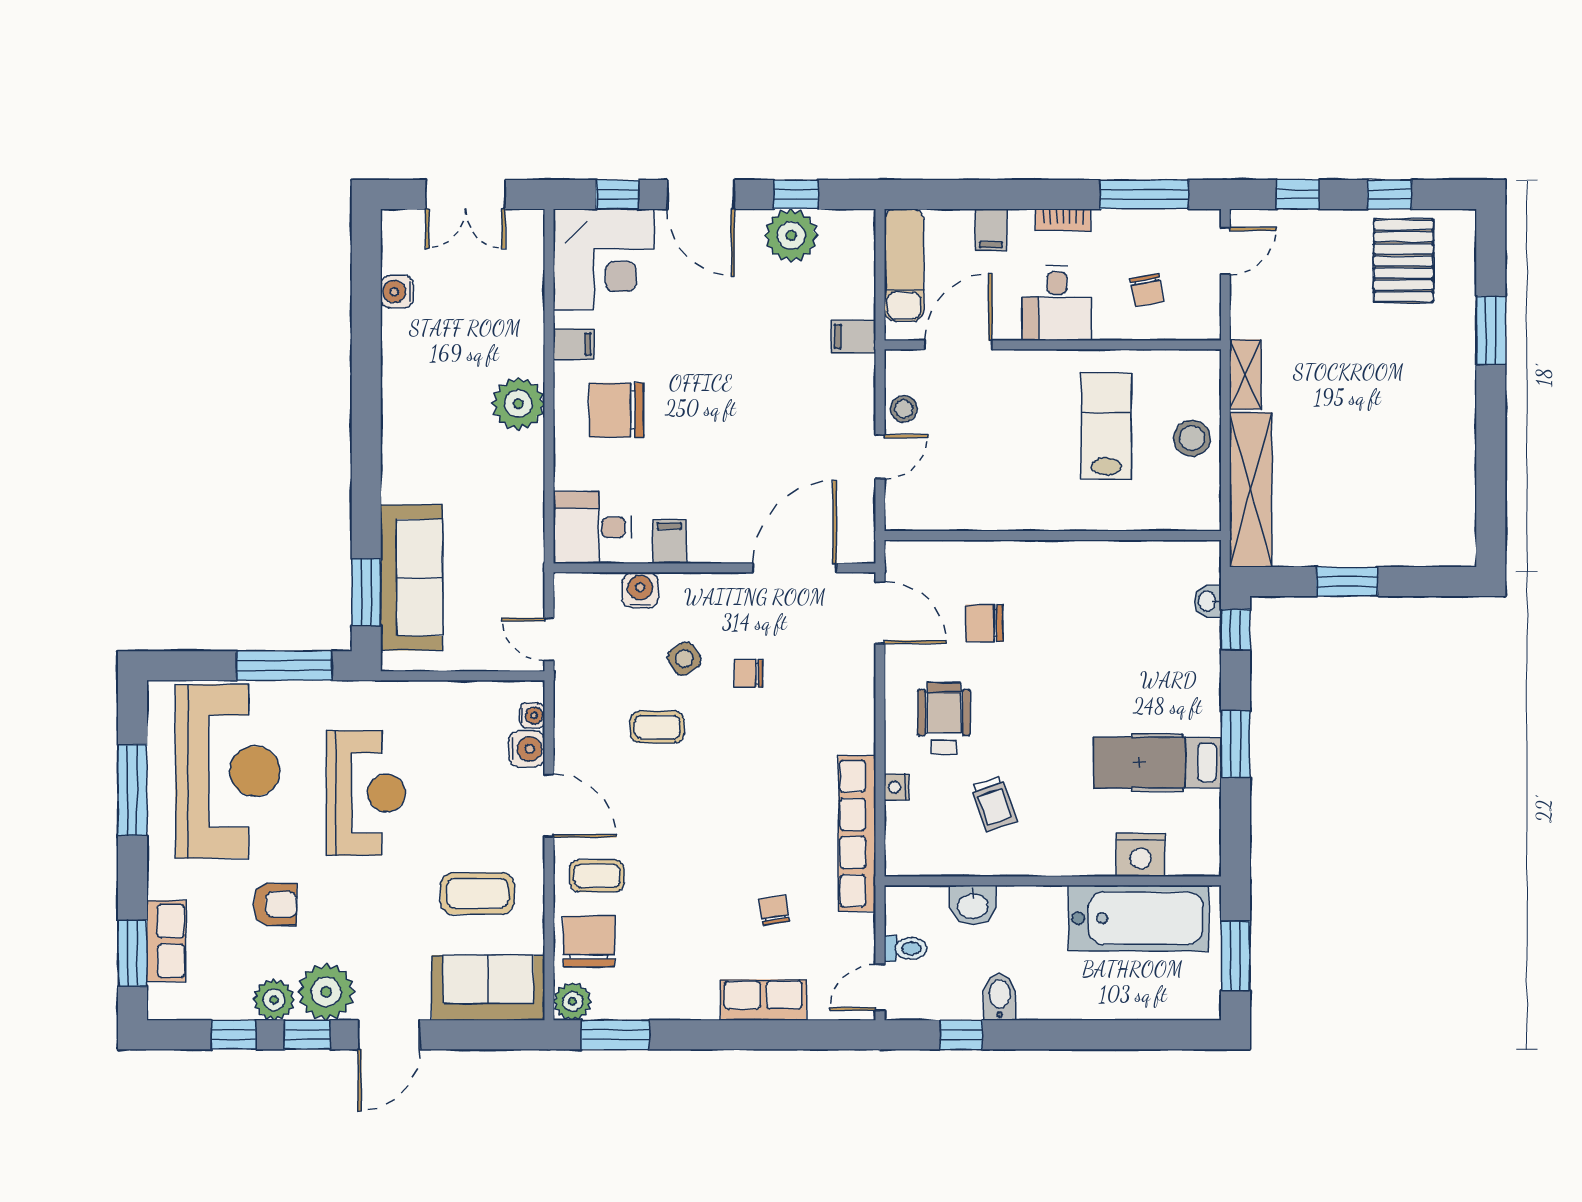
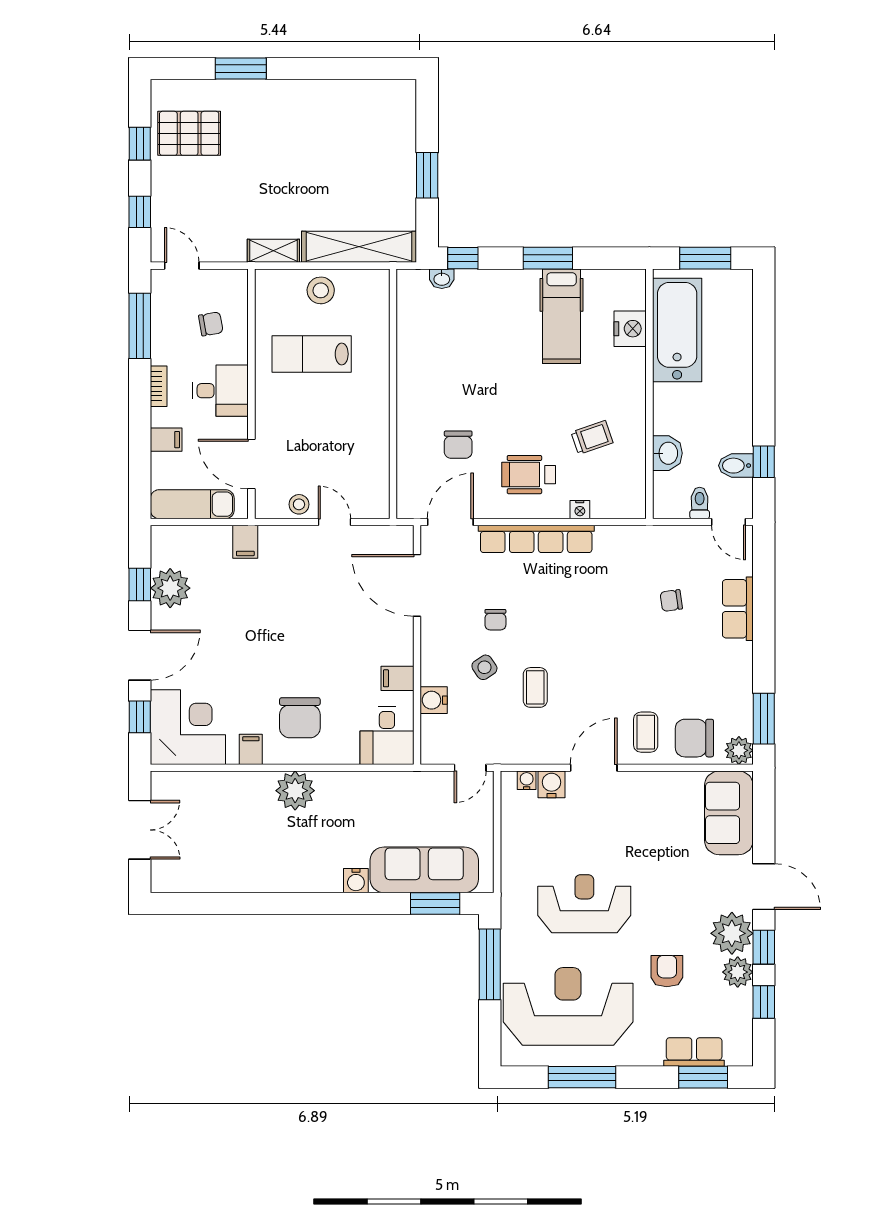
water cooler: (397, 292) -> (356, 881), moved
row of seats: (857, 833) -> (536, 539), moved
coffee table: (477, 894) -> (659, 821), removed
bidet: (1000, 997) -> (736, 466), moved

